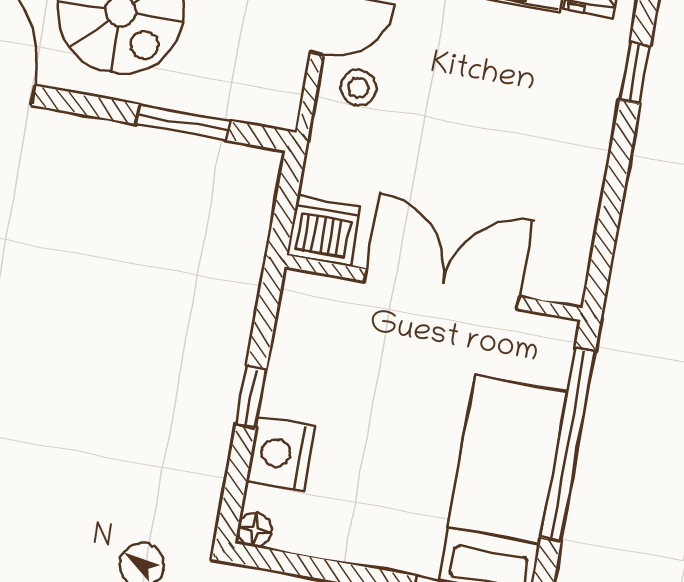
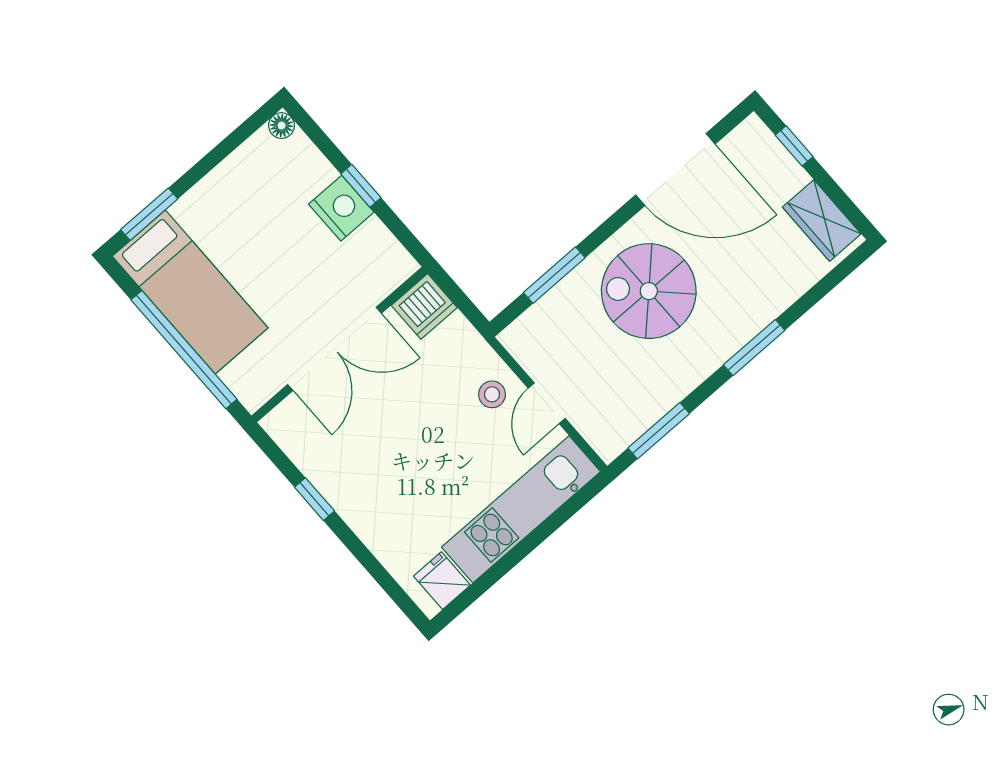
window: (635, 73) -> (314, 499), moved
nightstand: (281, 454) -> (341, 208), moved

